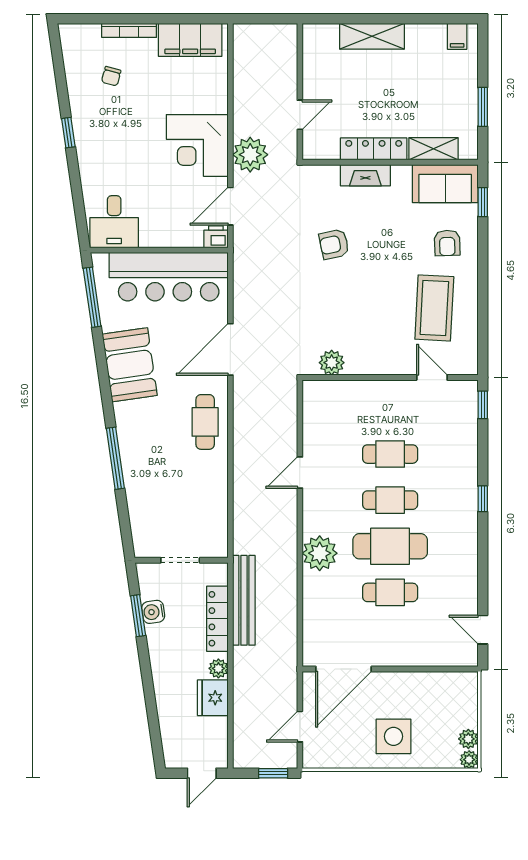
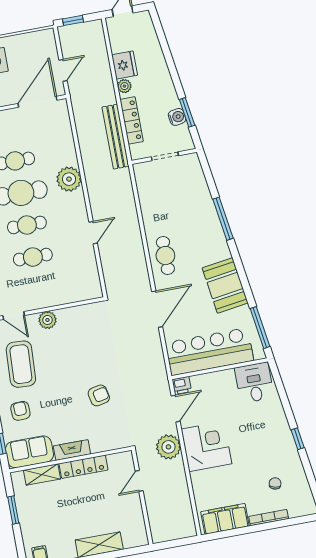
fireplace: (365, 175) -> (72, 450), moved
plant: (332, 363) -> (47, 320), moved
door: (300, 727) -> (63, 70), moved

